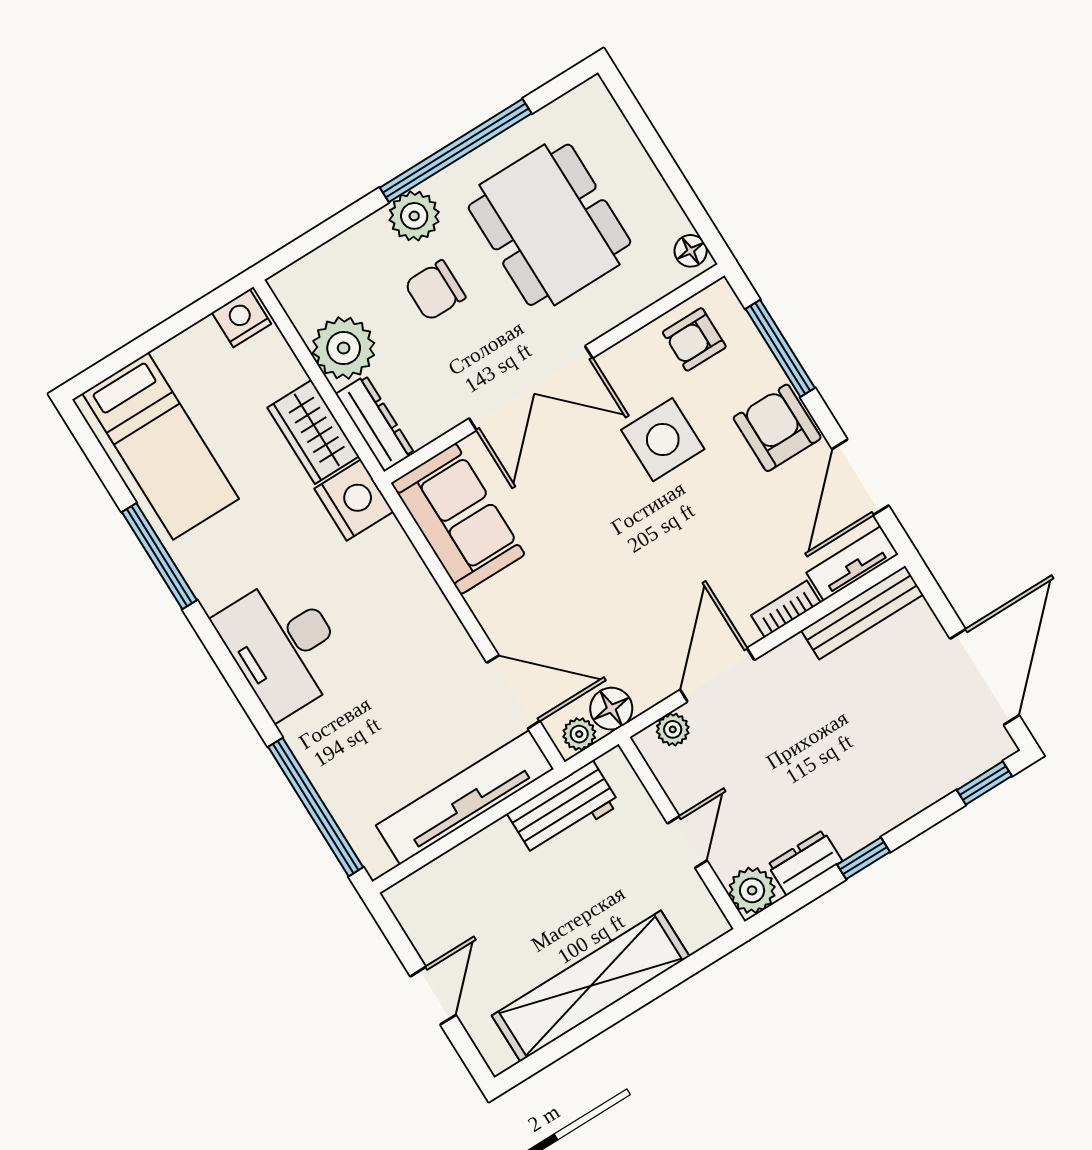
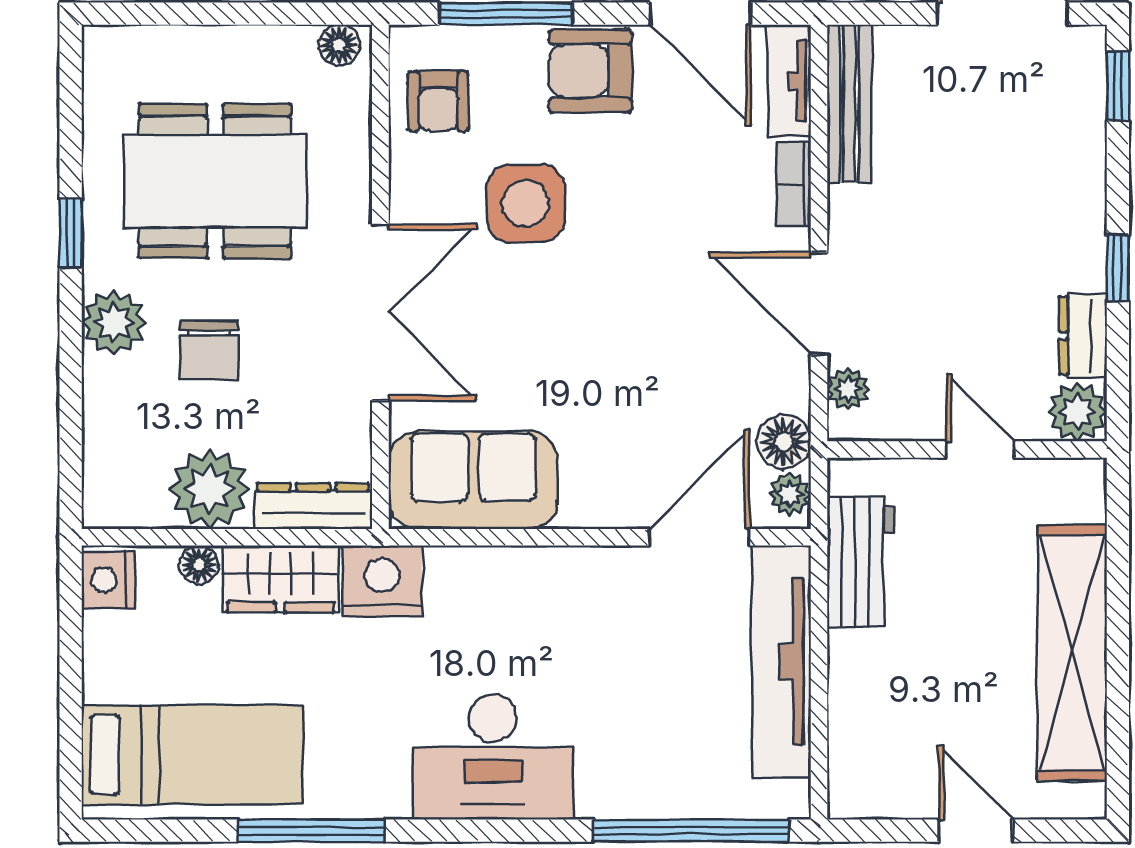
window: (456, 151) -> (71, 233), width x0.32
floor lamp: (289, 372) -> (199, 565), added

